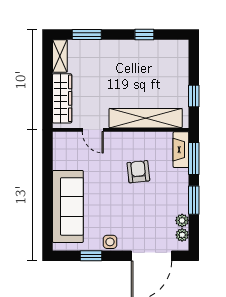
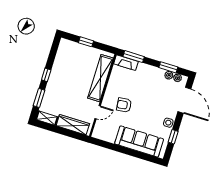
window: (144, 35) -> (46, 75), moved
window: (194, 96) -> (86, 42), moved
armchair: (138, 172) -> (124, 105), moved
window: (194, 200) -> (168, 67), moved

